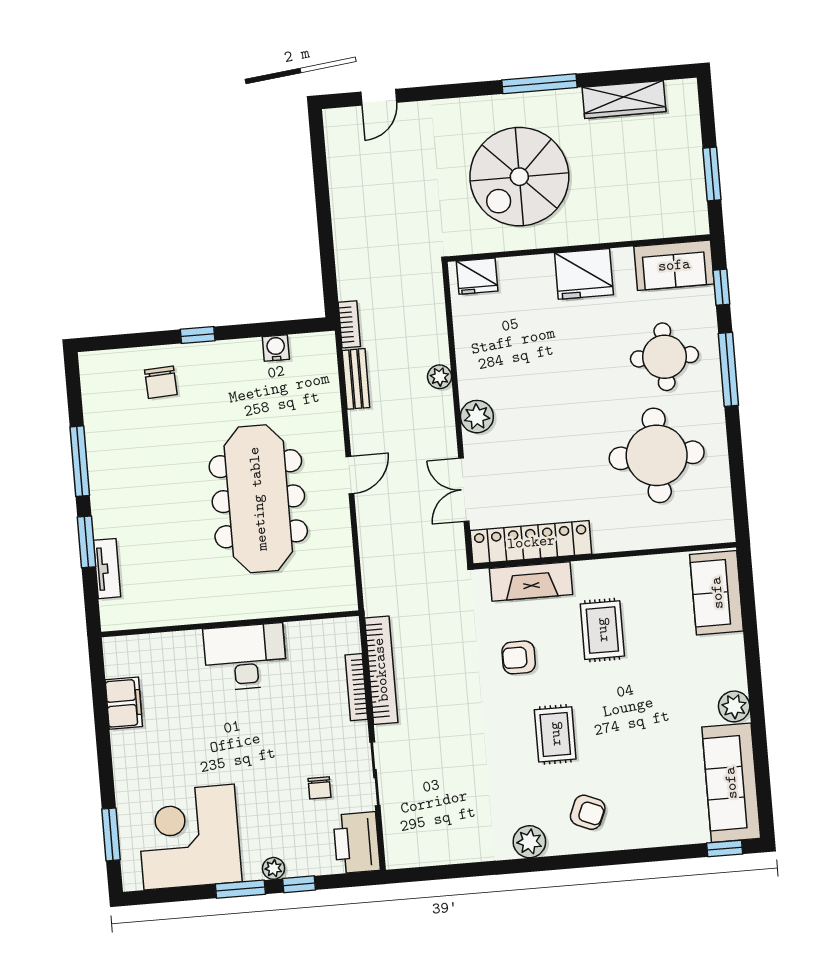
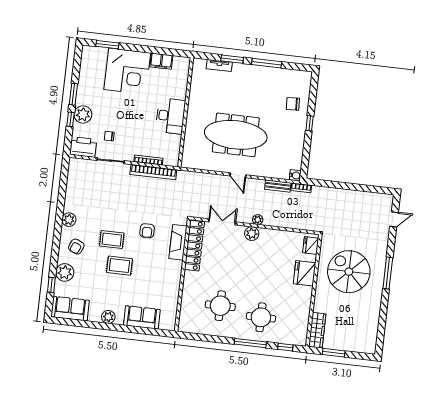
window: (539, 84) -> (388, 273), moved
door: (379, 97) -> (394, 219), swing flipped
wardrobe: (624, 99) -> (317, 330), moved, turned 180
sofa: (674, 265) -> (299, 329), removed
fridge: (584, 274) -> (305, 273), moved
water cooler: (276, 348) -> (295, 175), moved
plant: (440, 377) -> (258, 220), moved
round table: (657, 455) -> (220, 306), width x0.73, depth x0.73
sofa: (717, 593) -> (142, 317), moved
rug: (602, 630) -> (119, 266), moved
armchair: (519, 657) -> (147, 231), turned 180
sofa: (731, 783) -> (70, 309), width x0.73
plant: (652, 827) -> (65, 272), added
corner desk: (189, 837) -> (127, 71), moved, turned 90
window: (725, 849) -> (51, 285), moved
plant: (273, 868) -> (83, 114), width x1.88, depth x1.88

